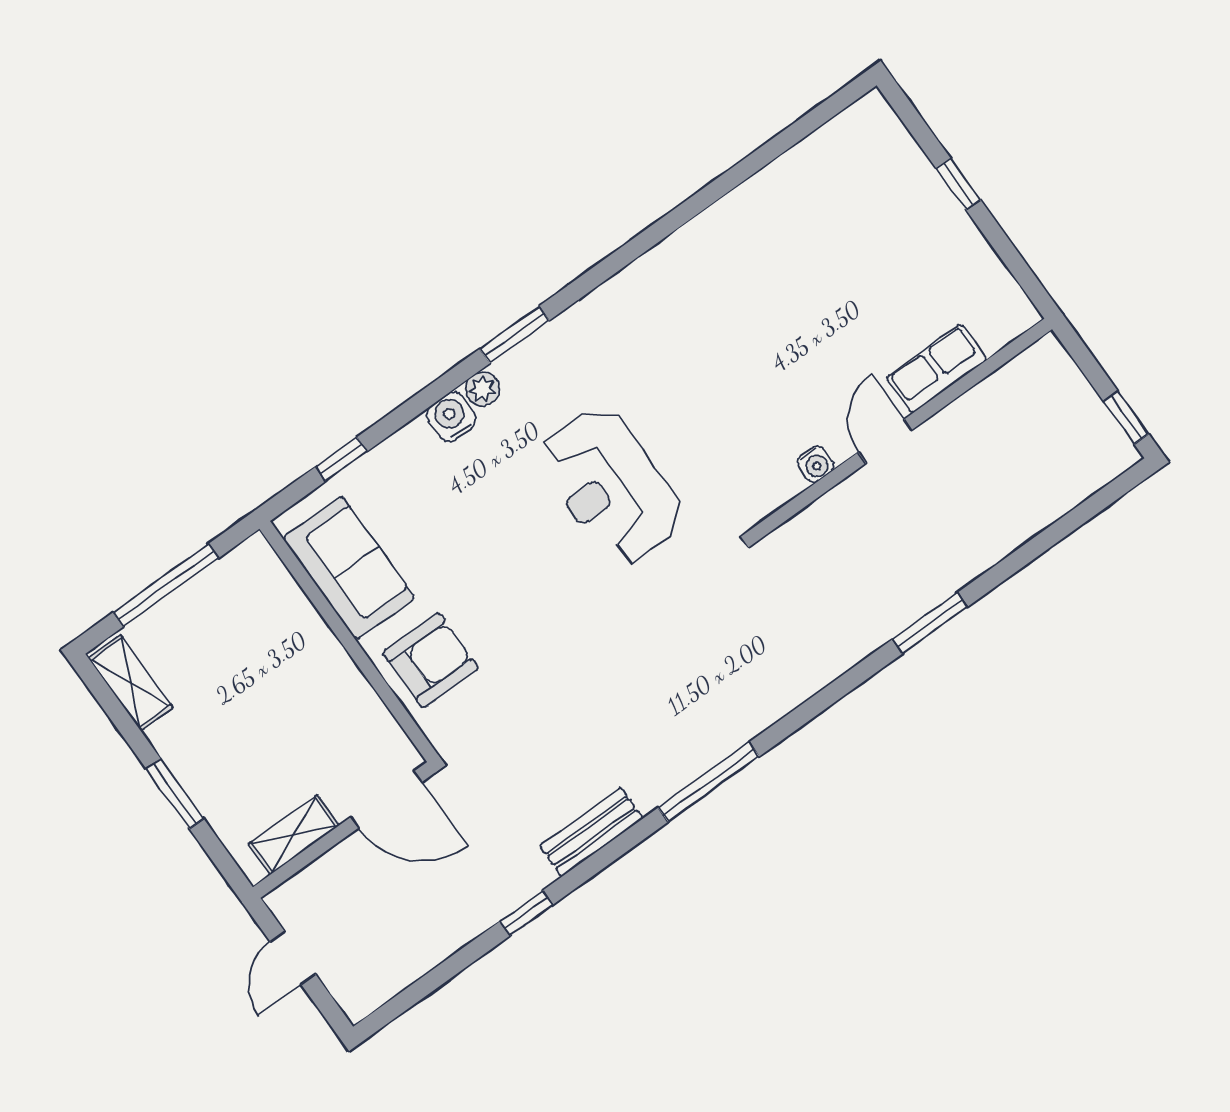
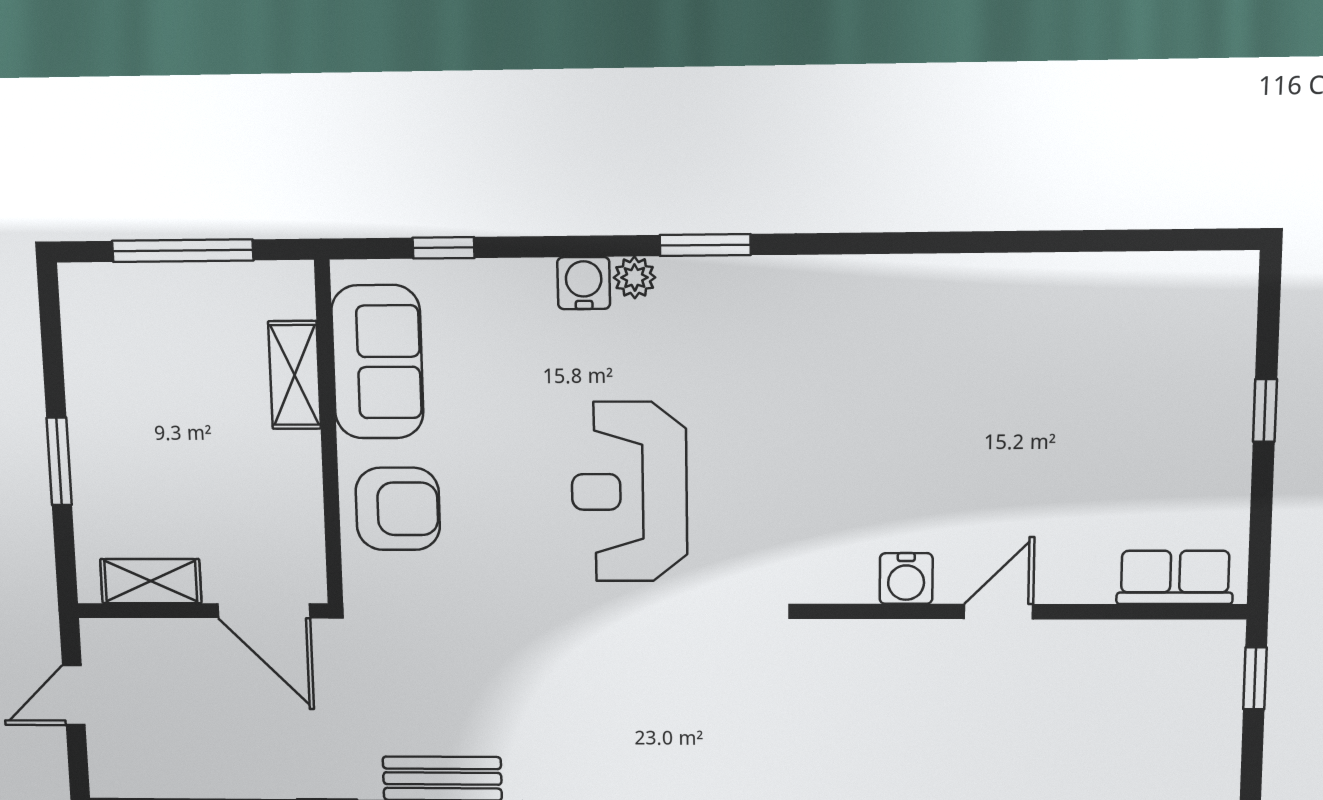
row of seats: (936, 369) -> (1175, 577), moved
window: (1126, 418) -> (1255, 678), moved
water cooler: (815, 464) -> (906, 579), width x1.38, depth x1.38
reception desk: (611, 486) -> (629, 492), moved
shelving: (131, 683) -> (294, 375), moved

